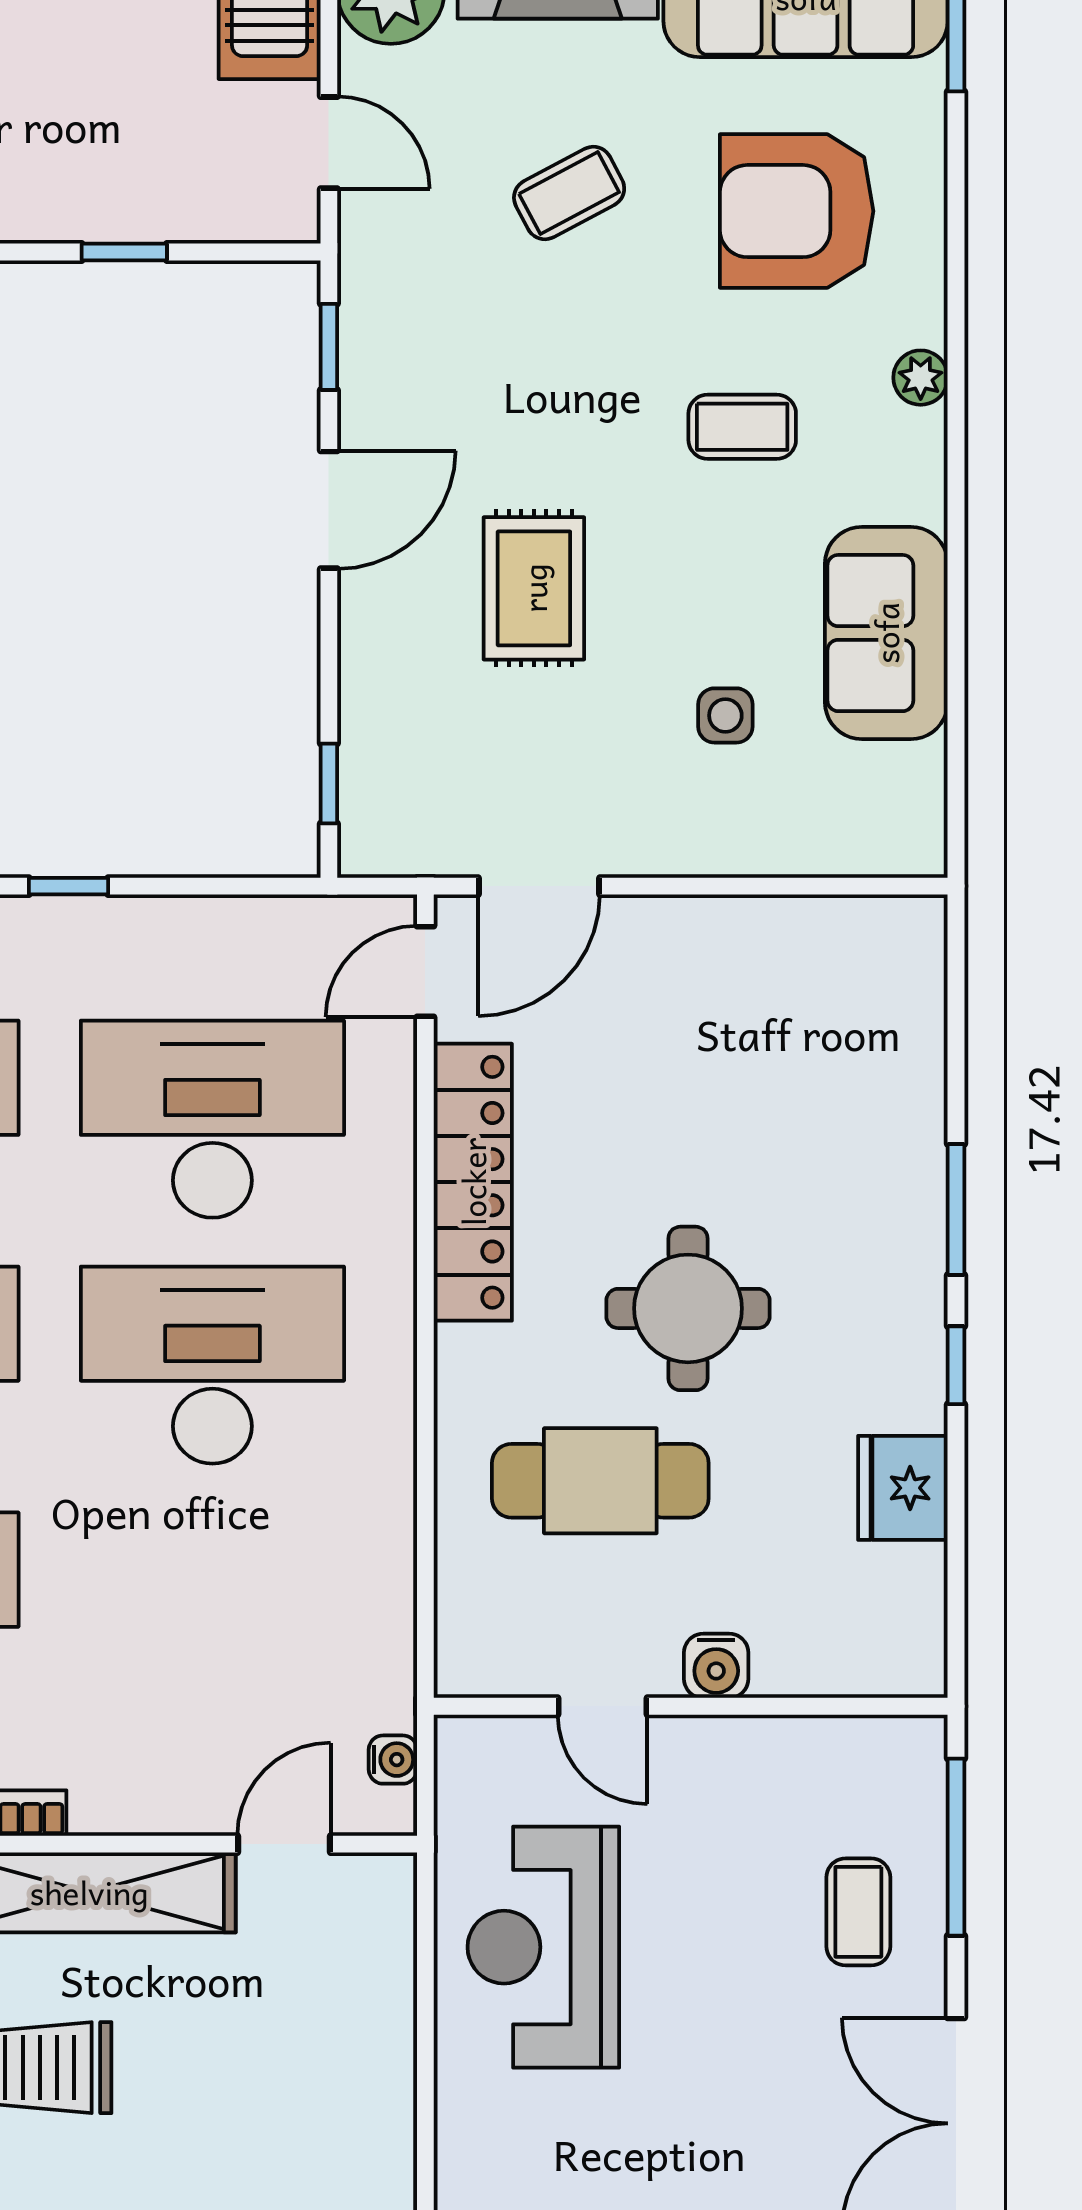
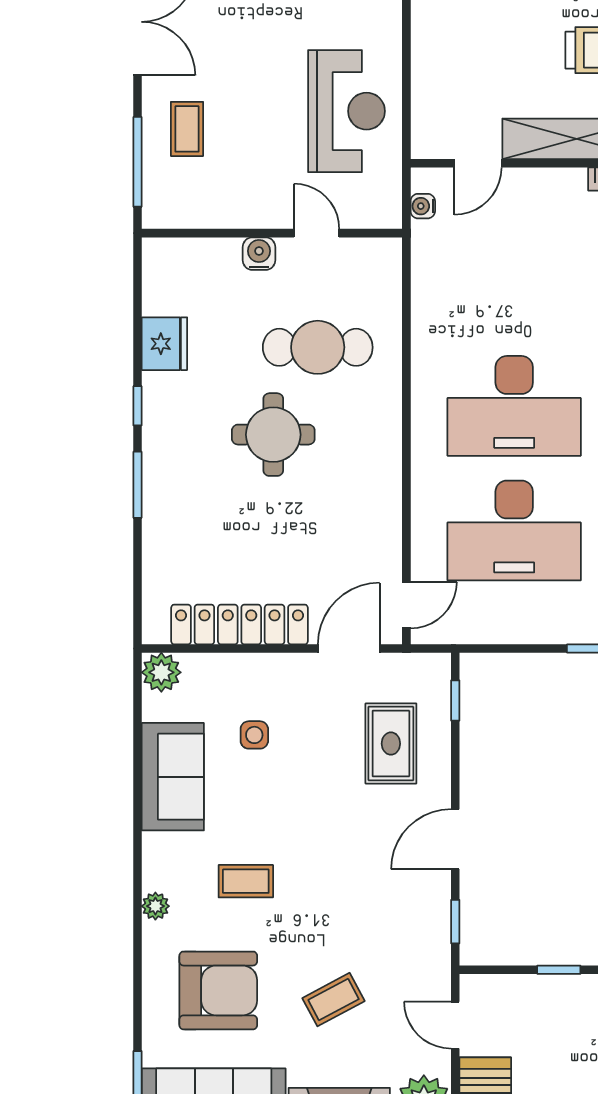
rug: (534, 588) -> (391, 744), moved
plant: (909, 839) -> (161, 672), added
locker: (473, 1182) -> (239, 625), moved, turned 90

